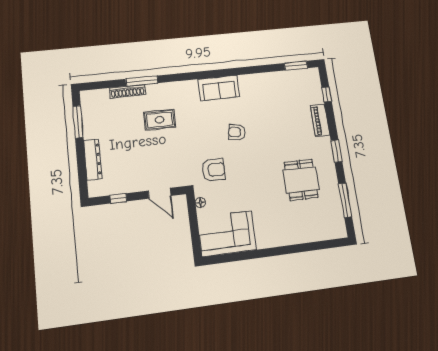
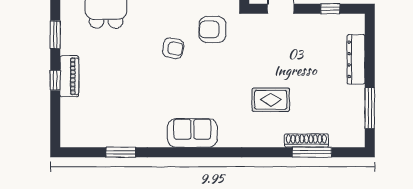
window: (296, 66) -> (121, 152), moved
window: (142, 81) -> (312, 152), moved
window: (327, 94) -> (55, 80), moved
armchair: (237, 132) -> (173, 48), moved

